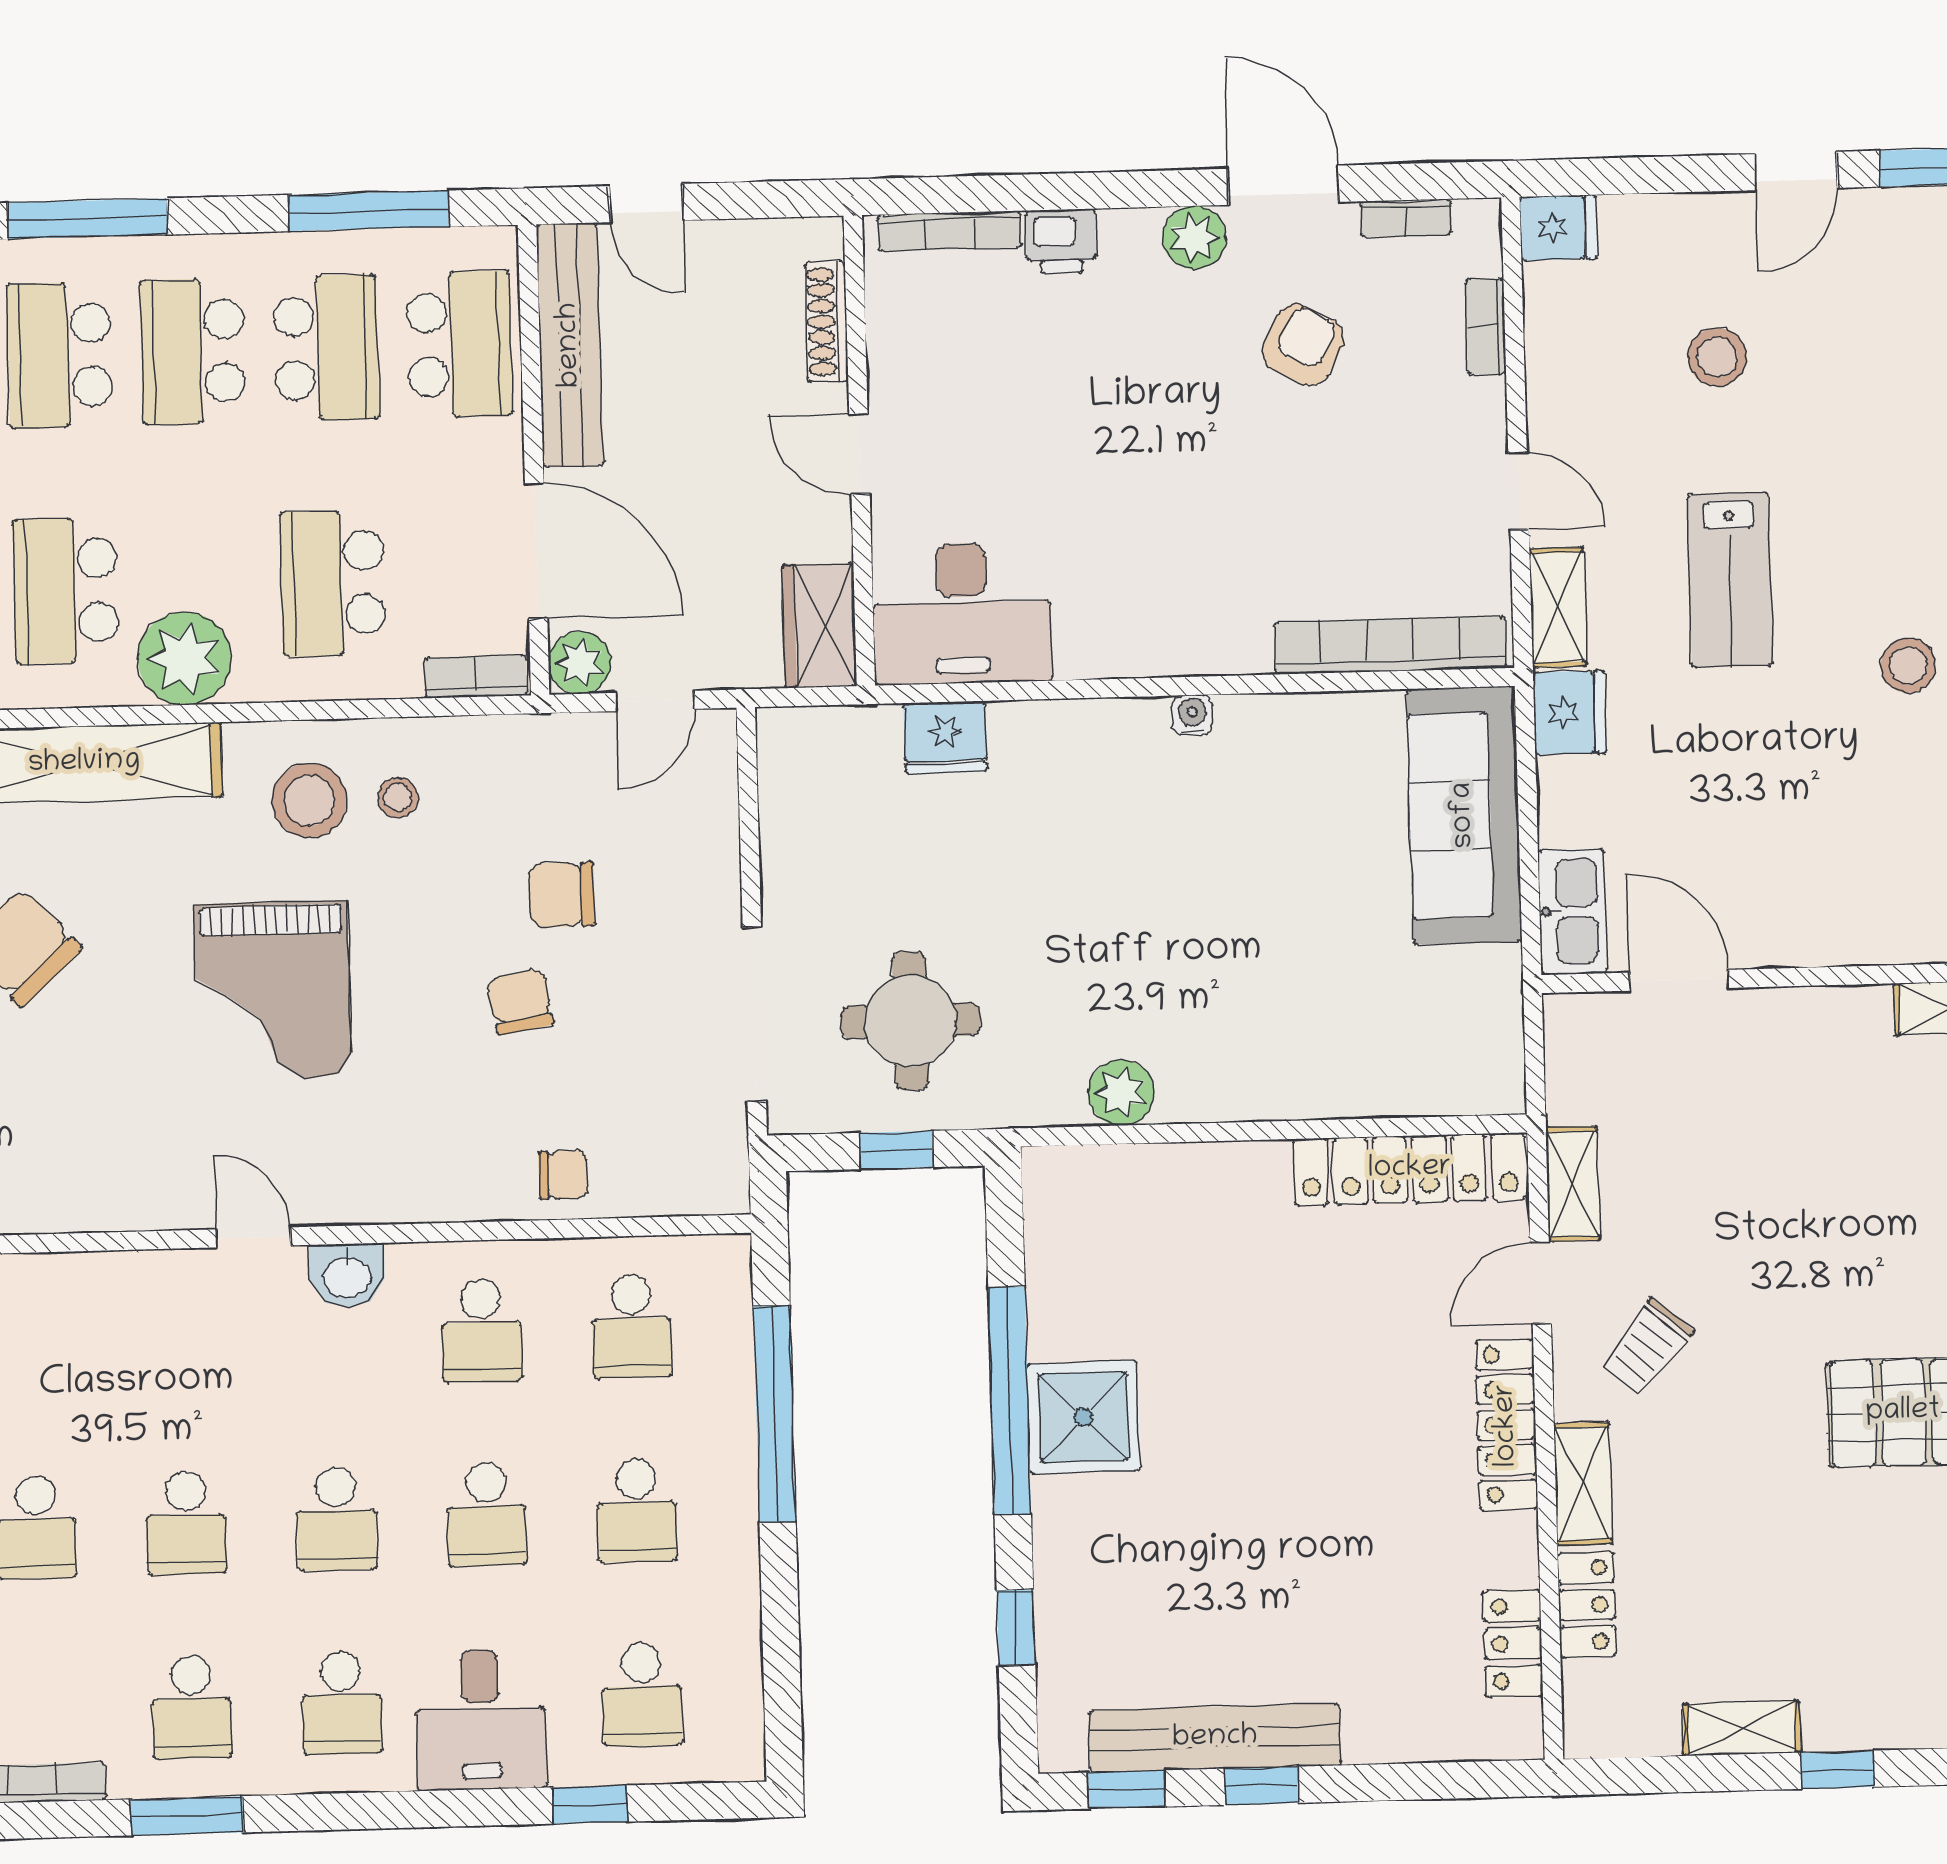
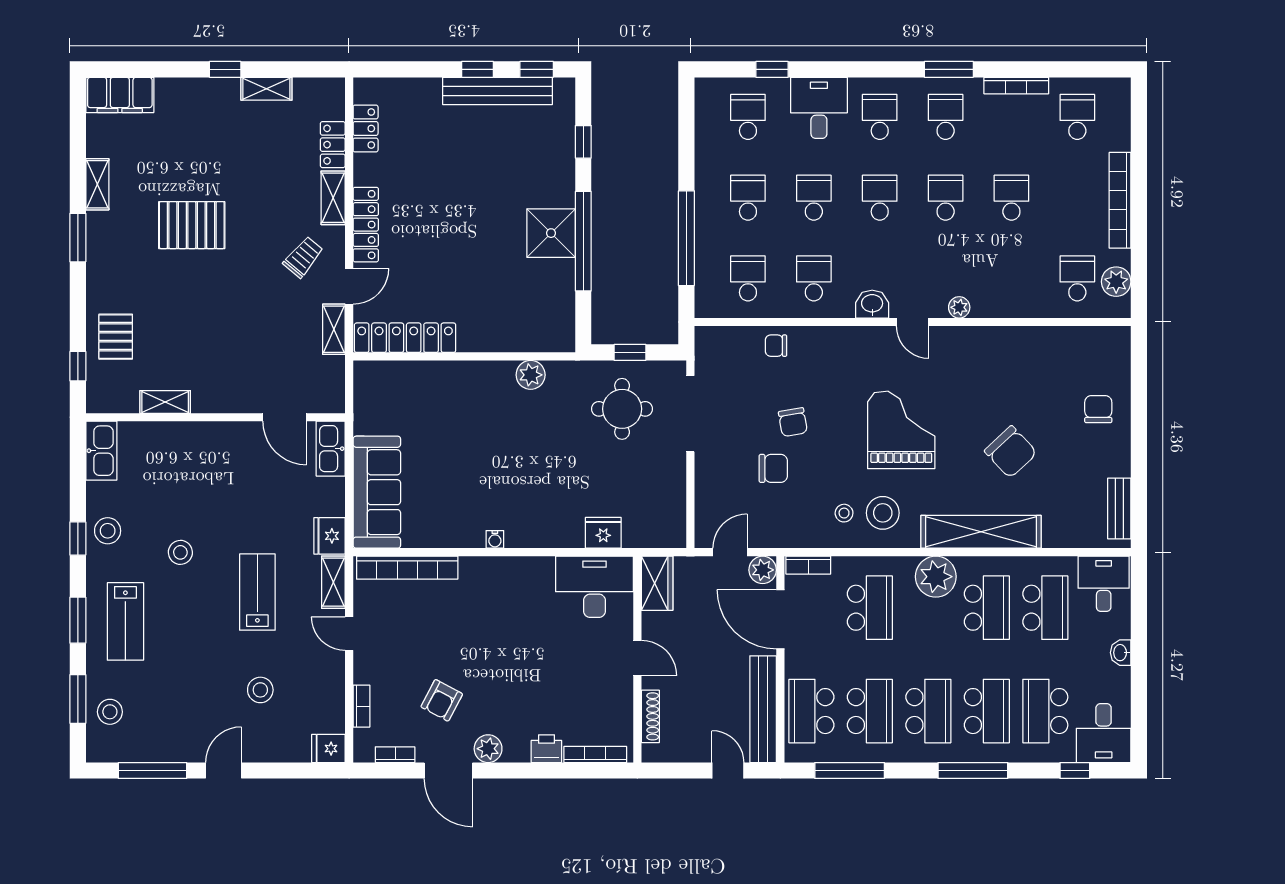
school desk: (326, 348) -> (870, 711), turned 180
plant: (148, 1274) -> (959, 307), added

